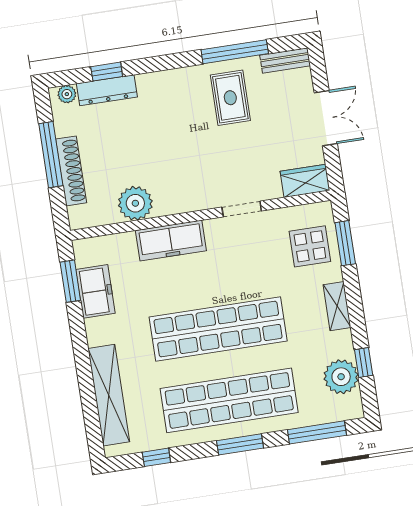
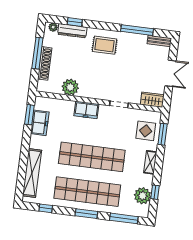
rug: (230, 98) -> (105, 45), moved, turned 90
freezer: (171, 241) -> (86, 110), width x0.71

